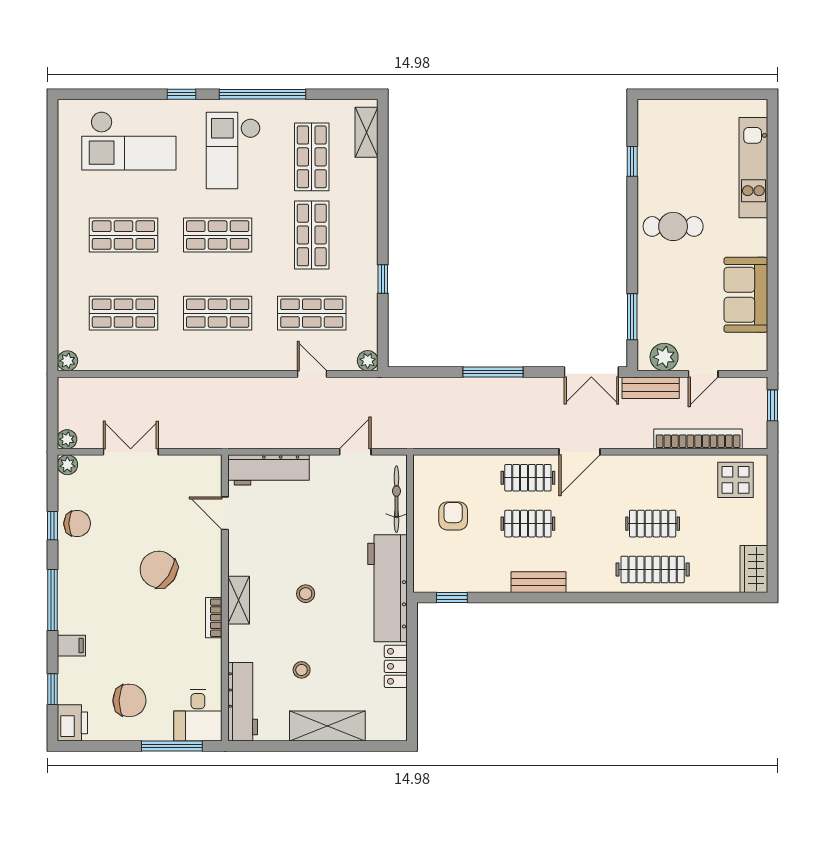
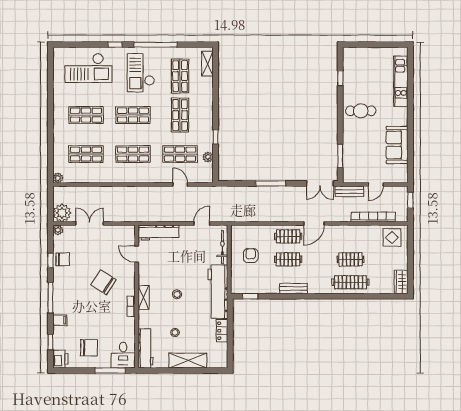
plant: (664, 357) -> (356, 176), removed
plant: (368, 361) -> (208, 157), moved
plant: (67, 439) -> (62, 213), width x1.87, depth x1.87

